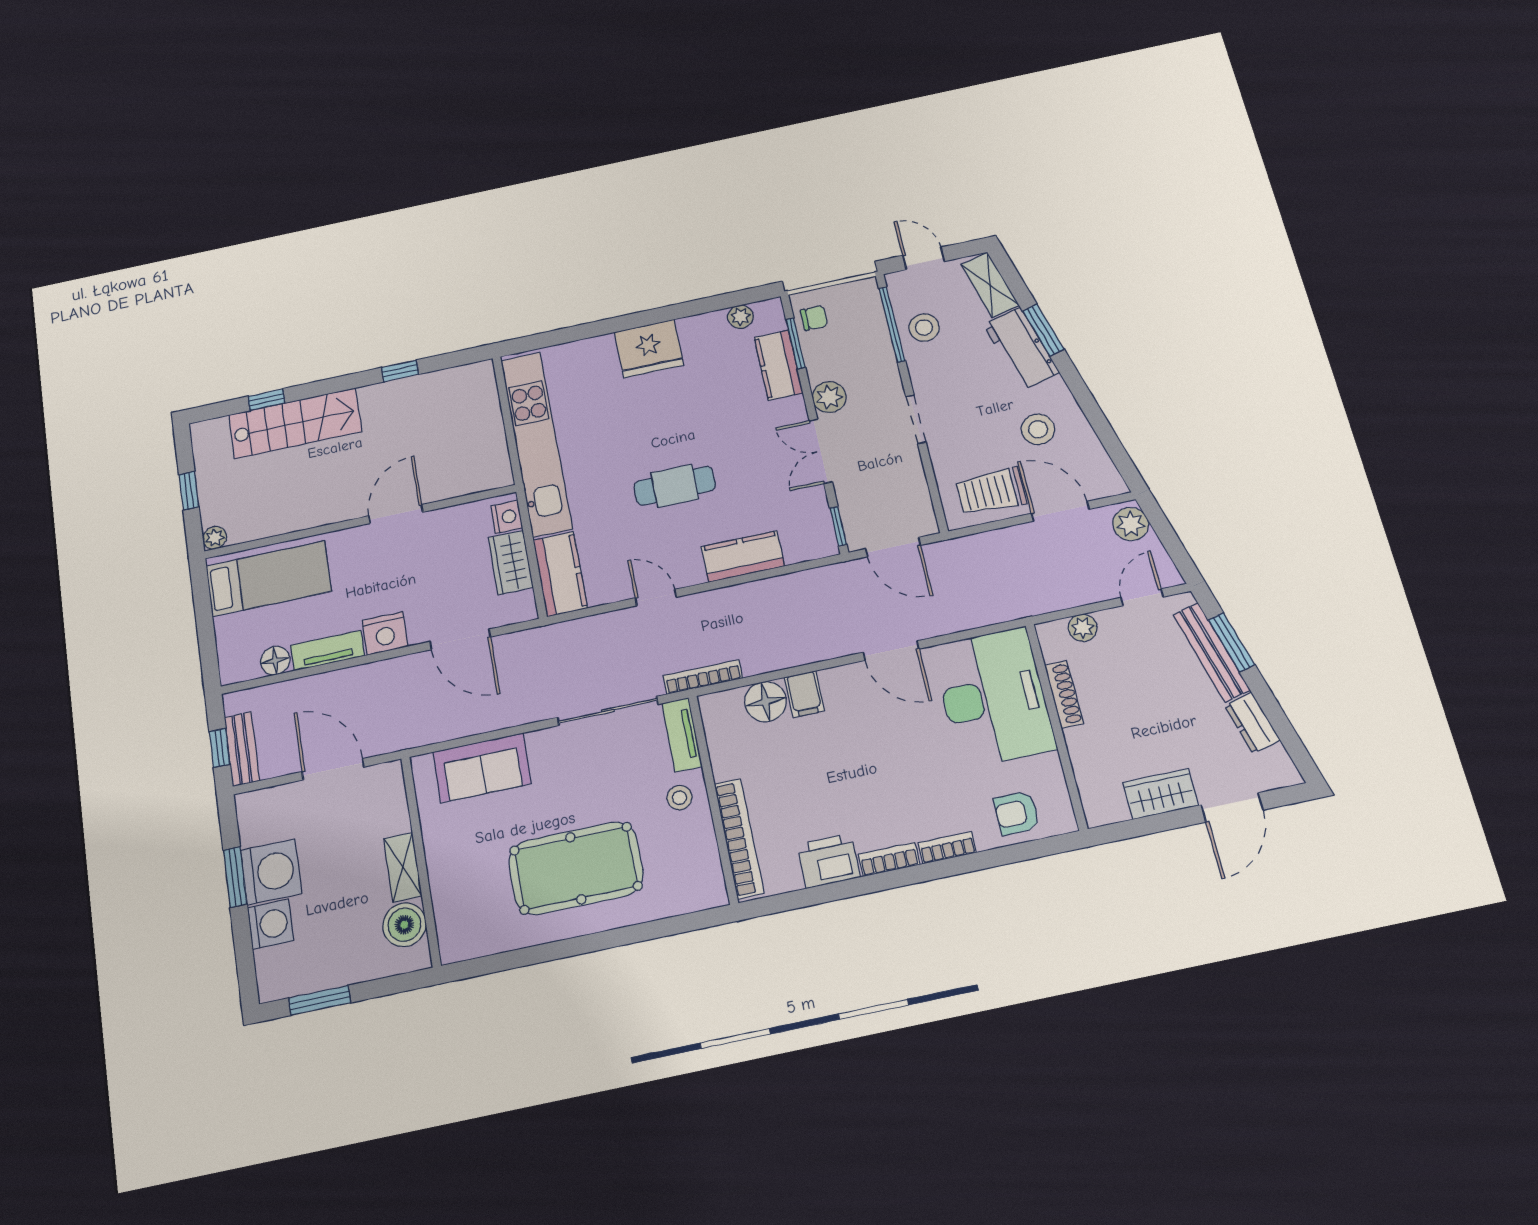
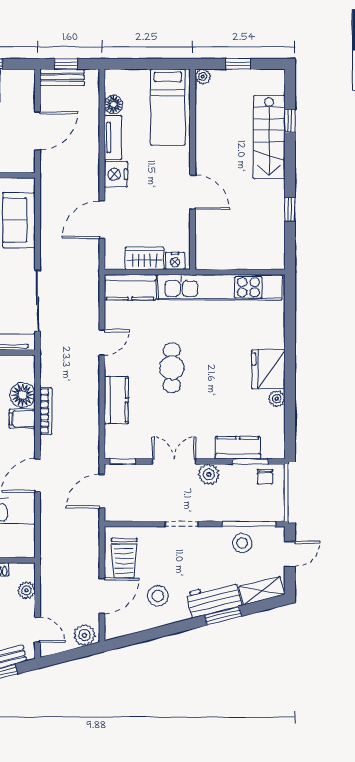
plant: (741, 317) -> (277, 399), moved
trolley: (991, 491) -> (124, 558), turned 180
bookcase: (703, 677) -> (46, 411), moved

